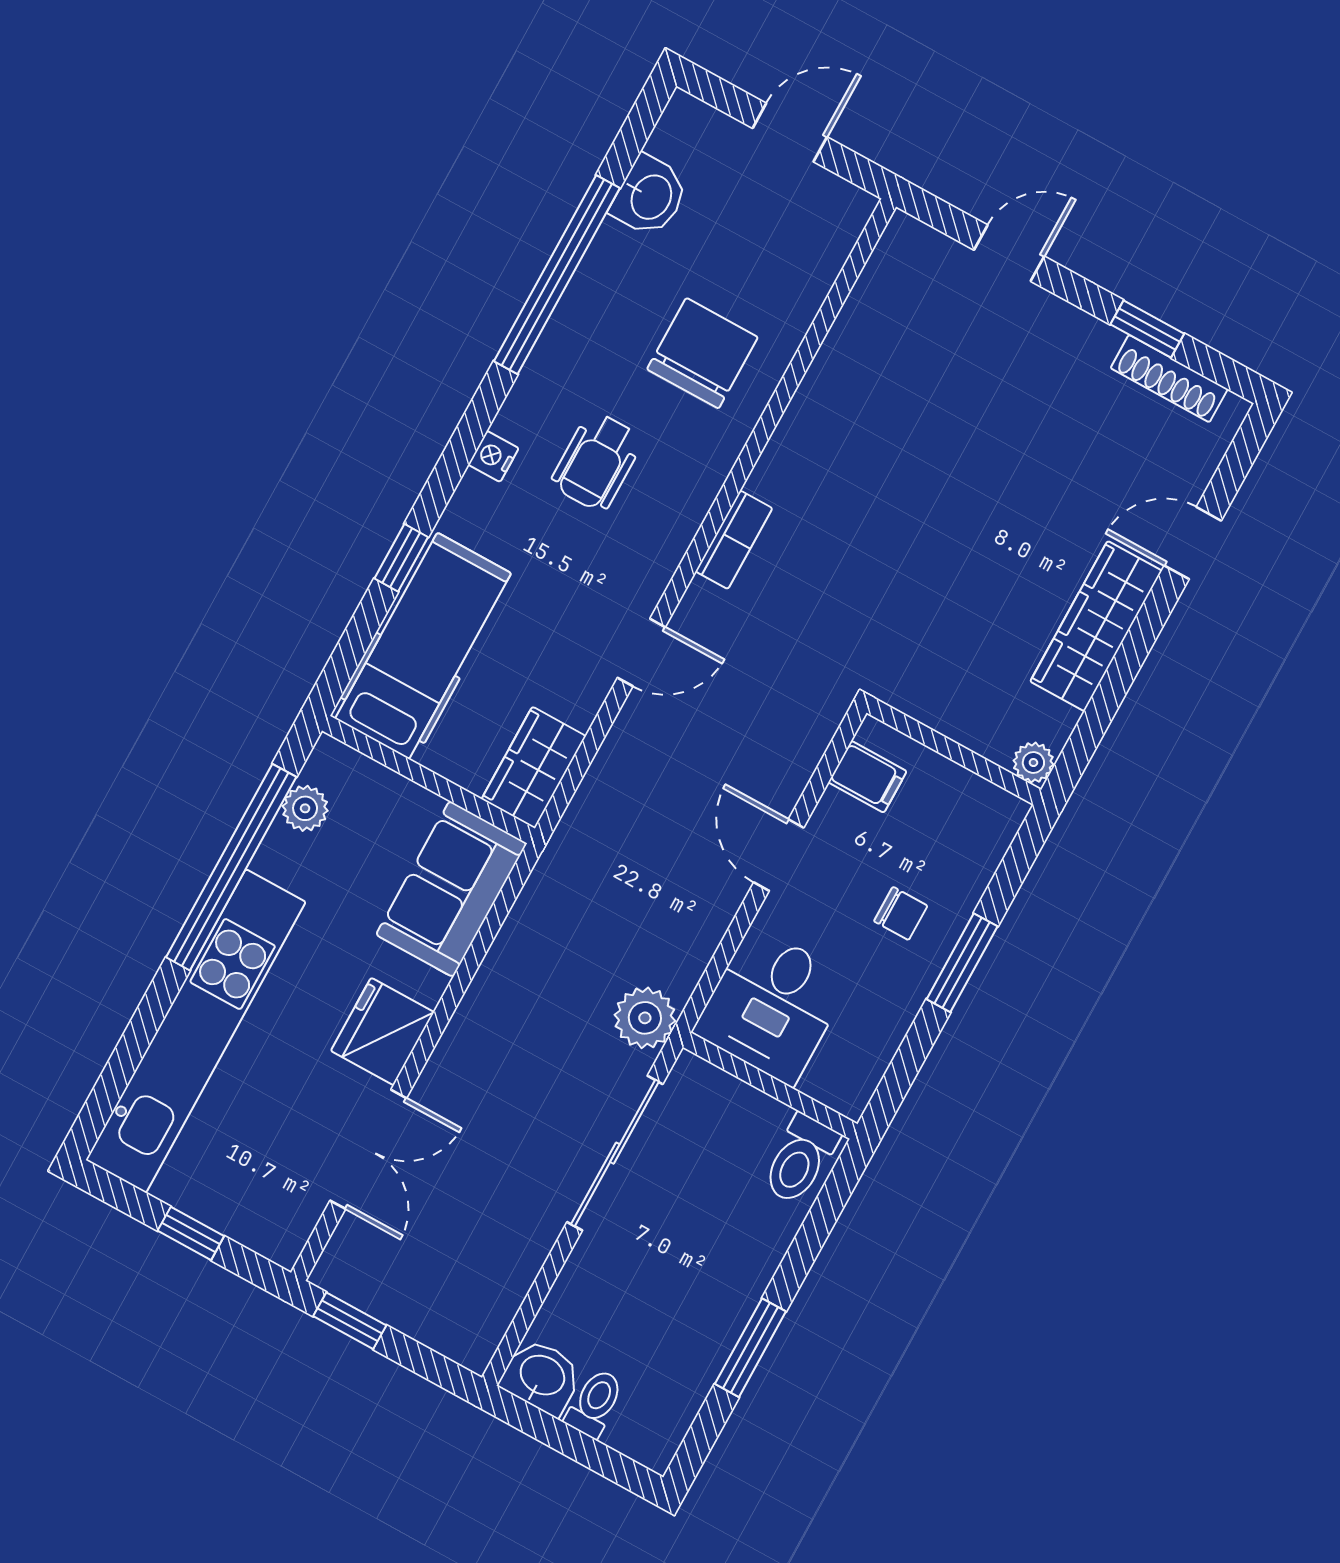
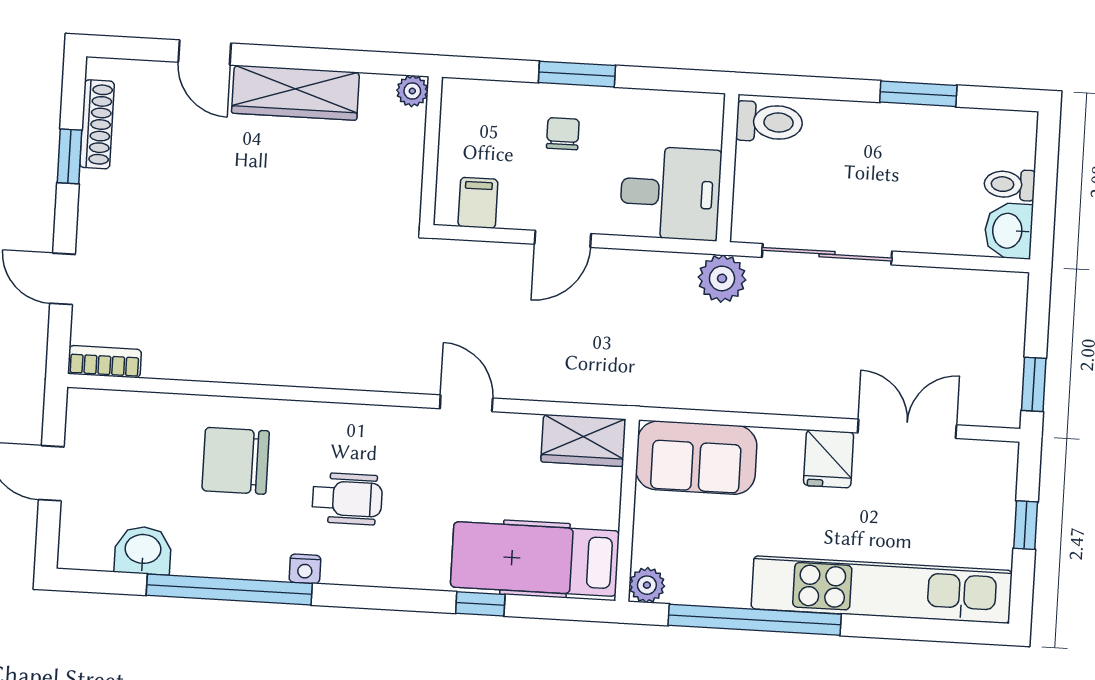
nightstand: (493, 456) -> (305, 569), moved
bookcase: (734, 540) -> (105, 362), moved
plant: (305, 808) -> (647, 585), moved
fridge: (382, 1032) -> (829, 459), width x0.72

